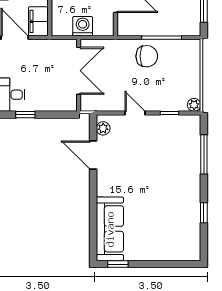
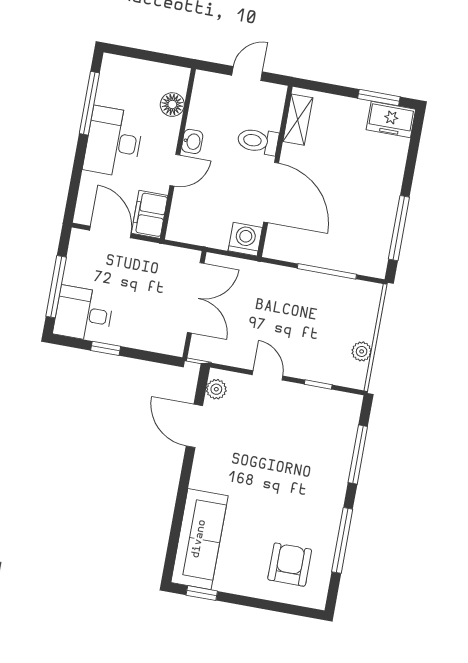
washing machine: (83, 26) -> (245, 239), moved
chair: (147, 56) -> (300, 295), removed
plant: (194, 105) -> (362, 351), moved
window: (204, 213) -> (342, 540), width x2.17
armchair: (172, 235) -> (290, 565), added

